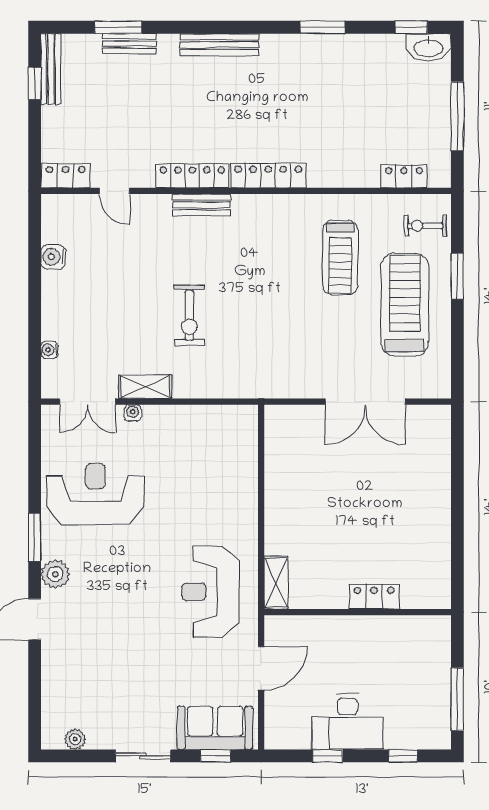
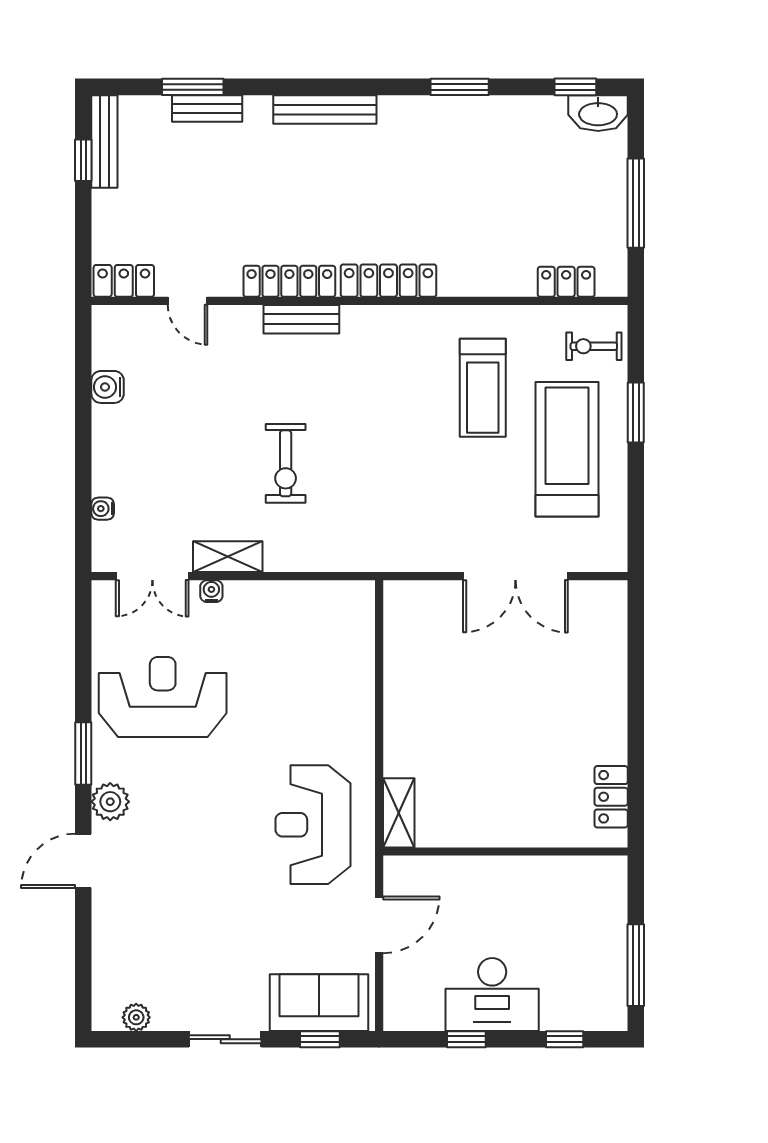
locker: (374, 597) -> (611, 797), moved, turned -90

